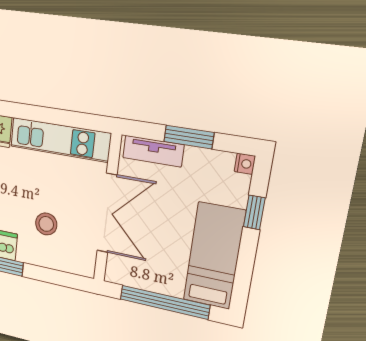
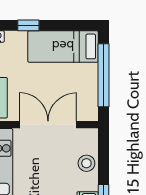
stool: (46, 224) -> (86, 163), moved

